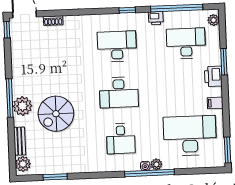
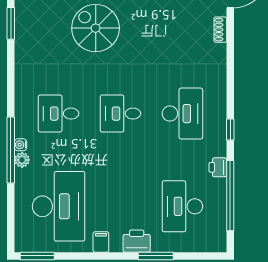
plant: (214, 20) -> (212, 245), removed
desk: (186, 43) -> (182, 206), turned 180
desk: (119, 92) -> (120, 114), width x0.73

